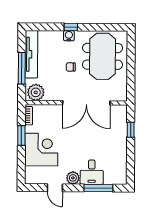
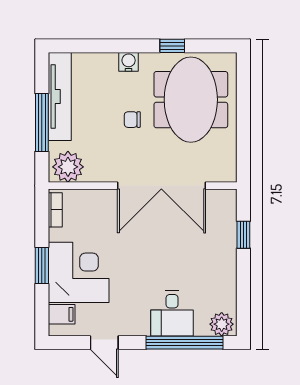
window: (71, 27) -> (172, 46), moved
window: (21, 136) -> (42, 266), moved
filing cabinet: (32, 172) -> (62, 314), added
plant: (73, 178) -> (222, 324), moved
window: (98, 188) -> (184, 343), width x1.46

